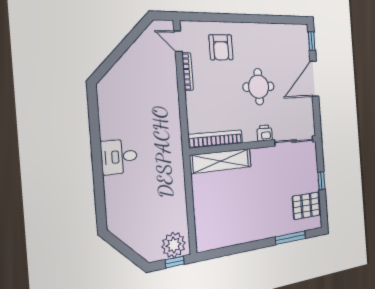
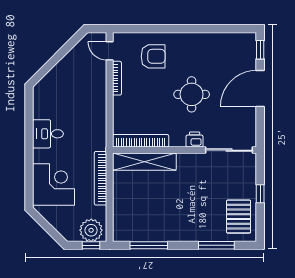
armchair: (221, 47) -> (153, 56), turned -90
desk: (119, 157) -> (48, 134), moved
bookcase: (179, 185) -> (101, 178), added
corner desk: (129, 199) -> (53, 185), added
pallet: (306, 206) -> (239, 217), turned 90
window: (232, 250) -> (149, 245), added

